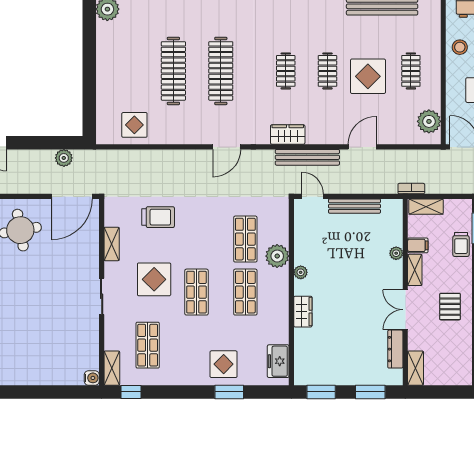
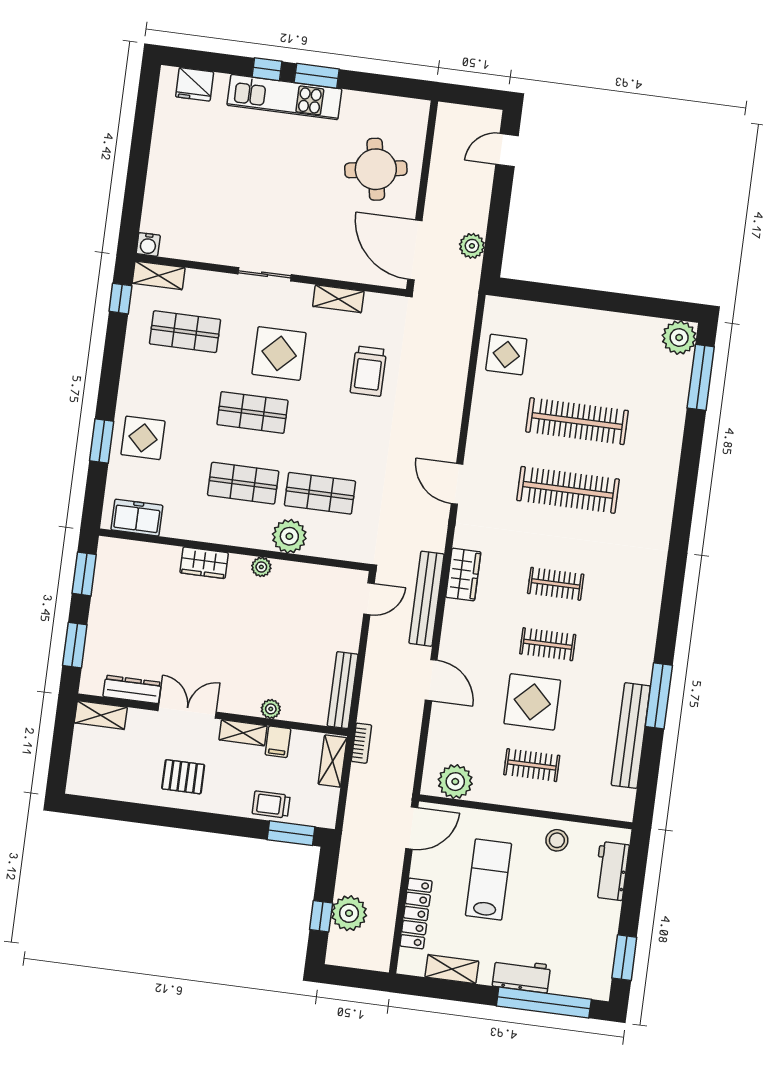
bench: (354, 206) -> (343, 690), moved

